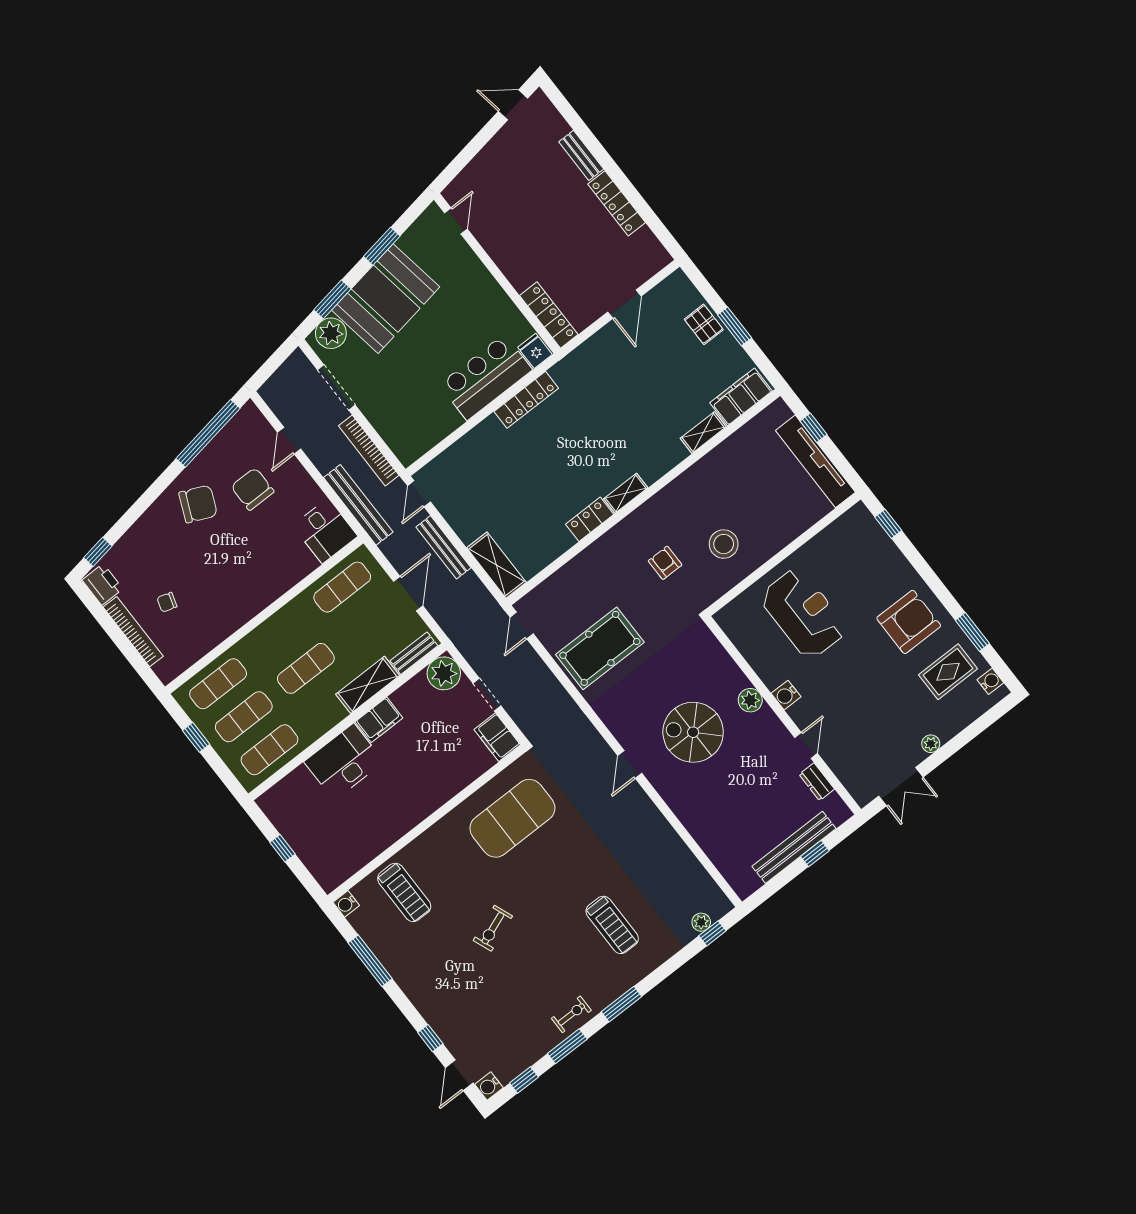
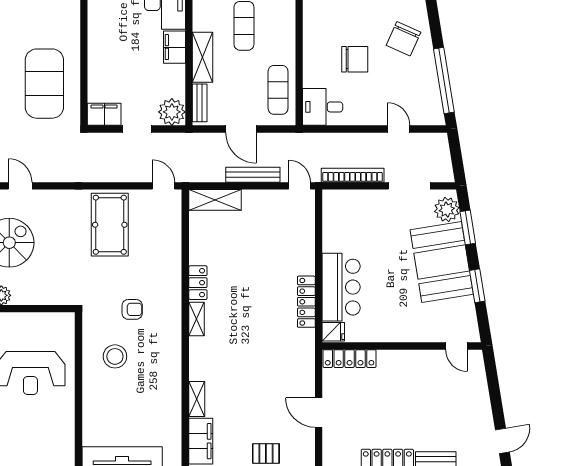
chair: (252, 489) -> (355, 59), moved
bench: (358, 505) -> (323, 141), removed

